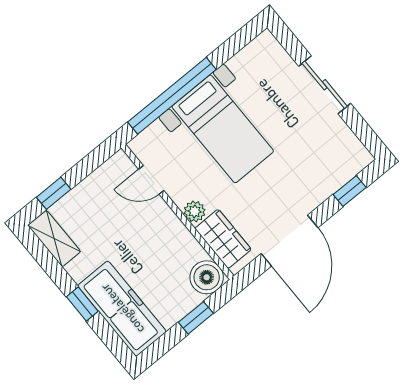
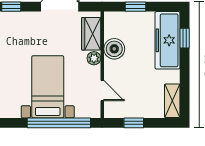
window: (54, 193) -> (134, 123), moved
boiler: (207, 277) -> (114, 49), moved
window: (82, 304) -> (185, 38), moved

